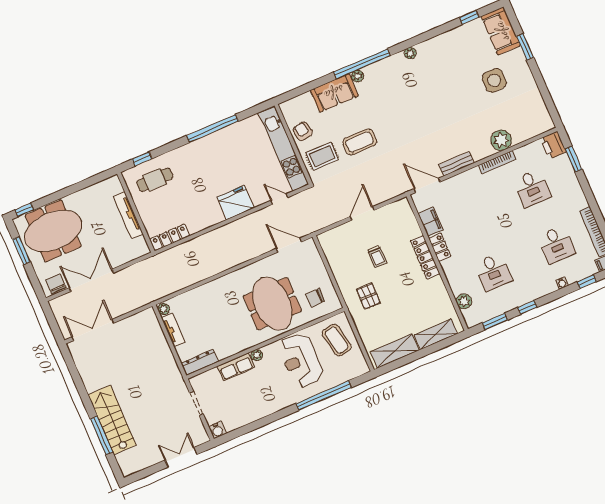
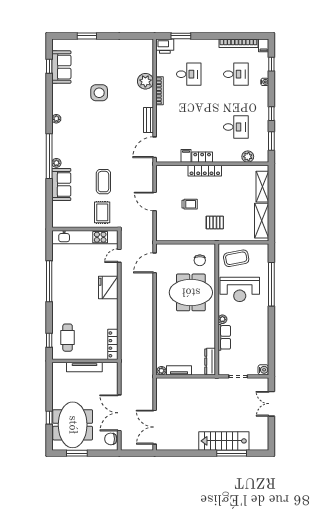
sofa: (501, 31) -> (61, 67), moved, turned -90
side table: (494, 80) -> (99, 93), moved
armchair: (303, 131) -> (79, 218), removed
window: (24, 210) -> (49, 418), moved
filing cabinet: (430, 222) -> (186, 156), width x0.50

